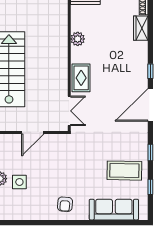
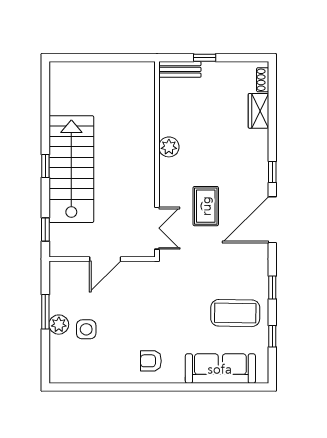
plant: (78, 39) -> (169, 147), moved
rug: (81, 78) -> (206, 206), moved
armchair: (65, 204) -> (151, 361), turned 85

